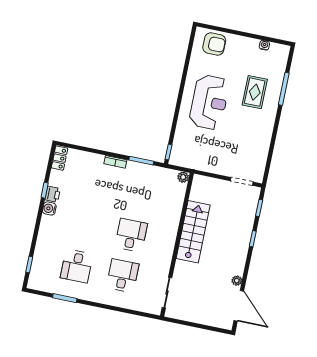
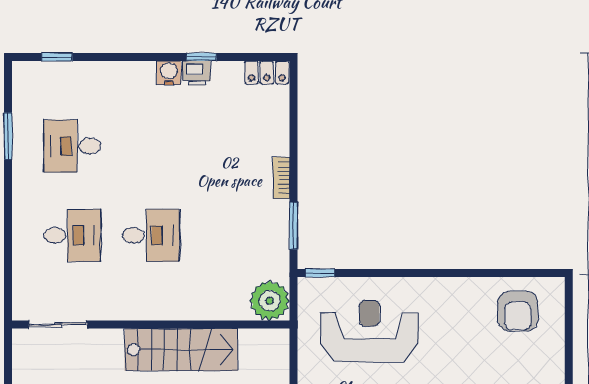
armchair: (214, 44) -> (518, 311), moved
reception desk: (209, 102) -> (369, 331), moved, turned 180
plant: (183, 177) -> (270, 301), width x1.87, depth x1.87

